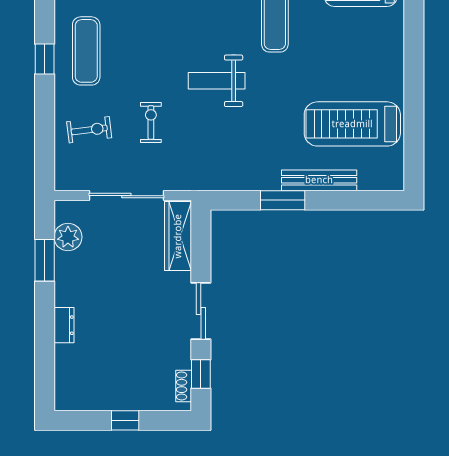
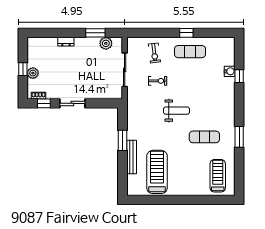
weight bench: (217, 81) -> (177, 111), turned 90
wardrobe: (178, 236) -> (106, 93), removed
plant: (134, 398) -> (33, 73), added

